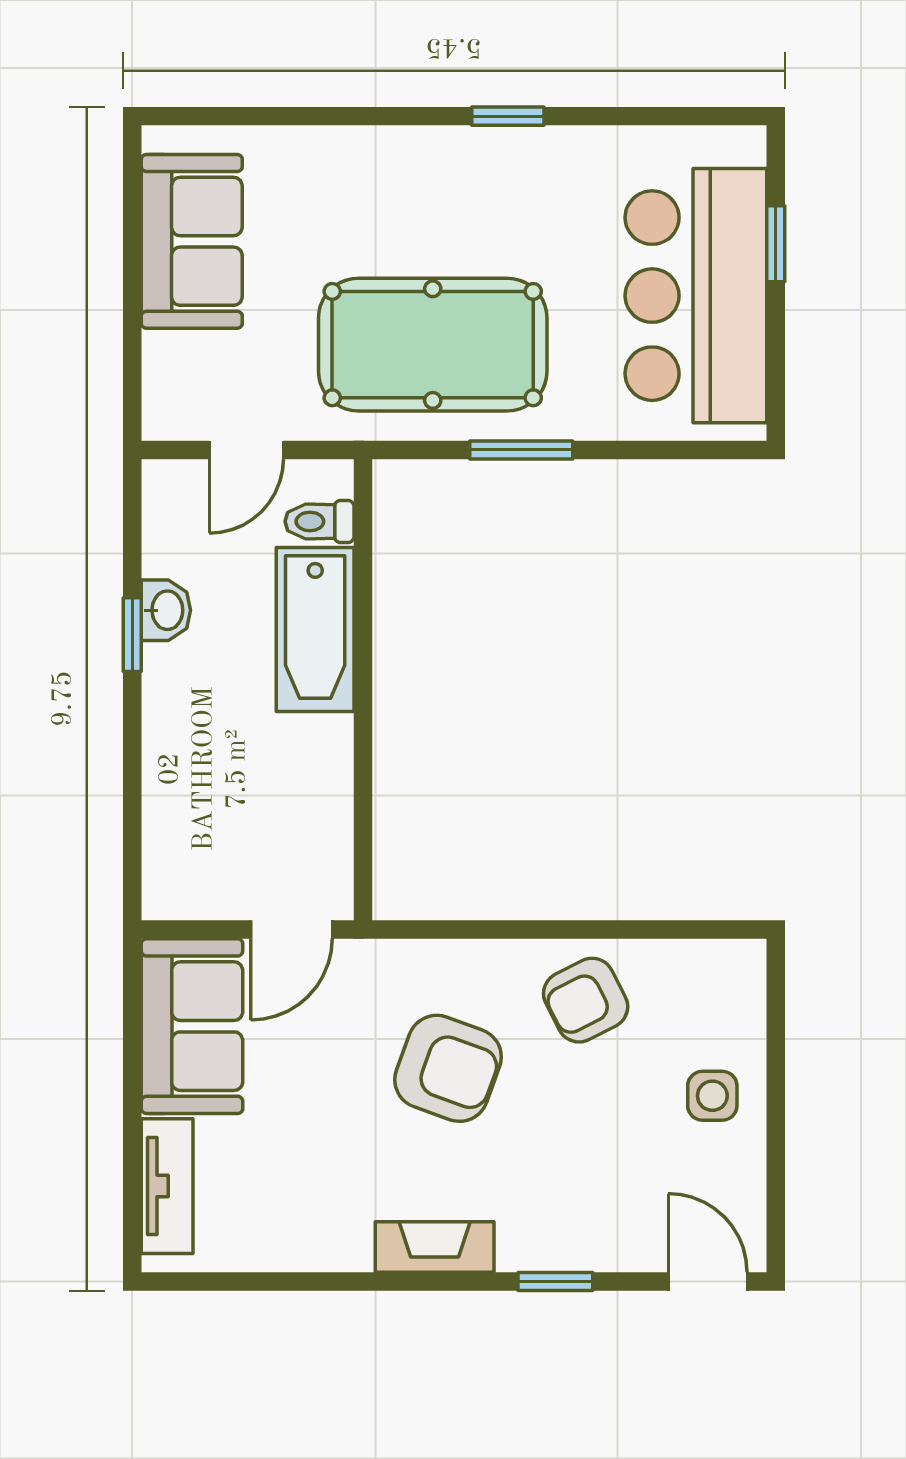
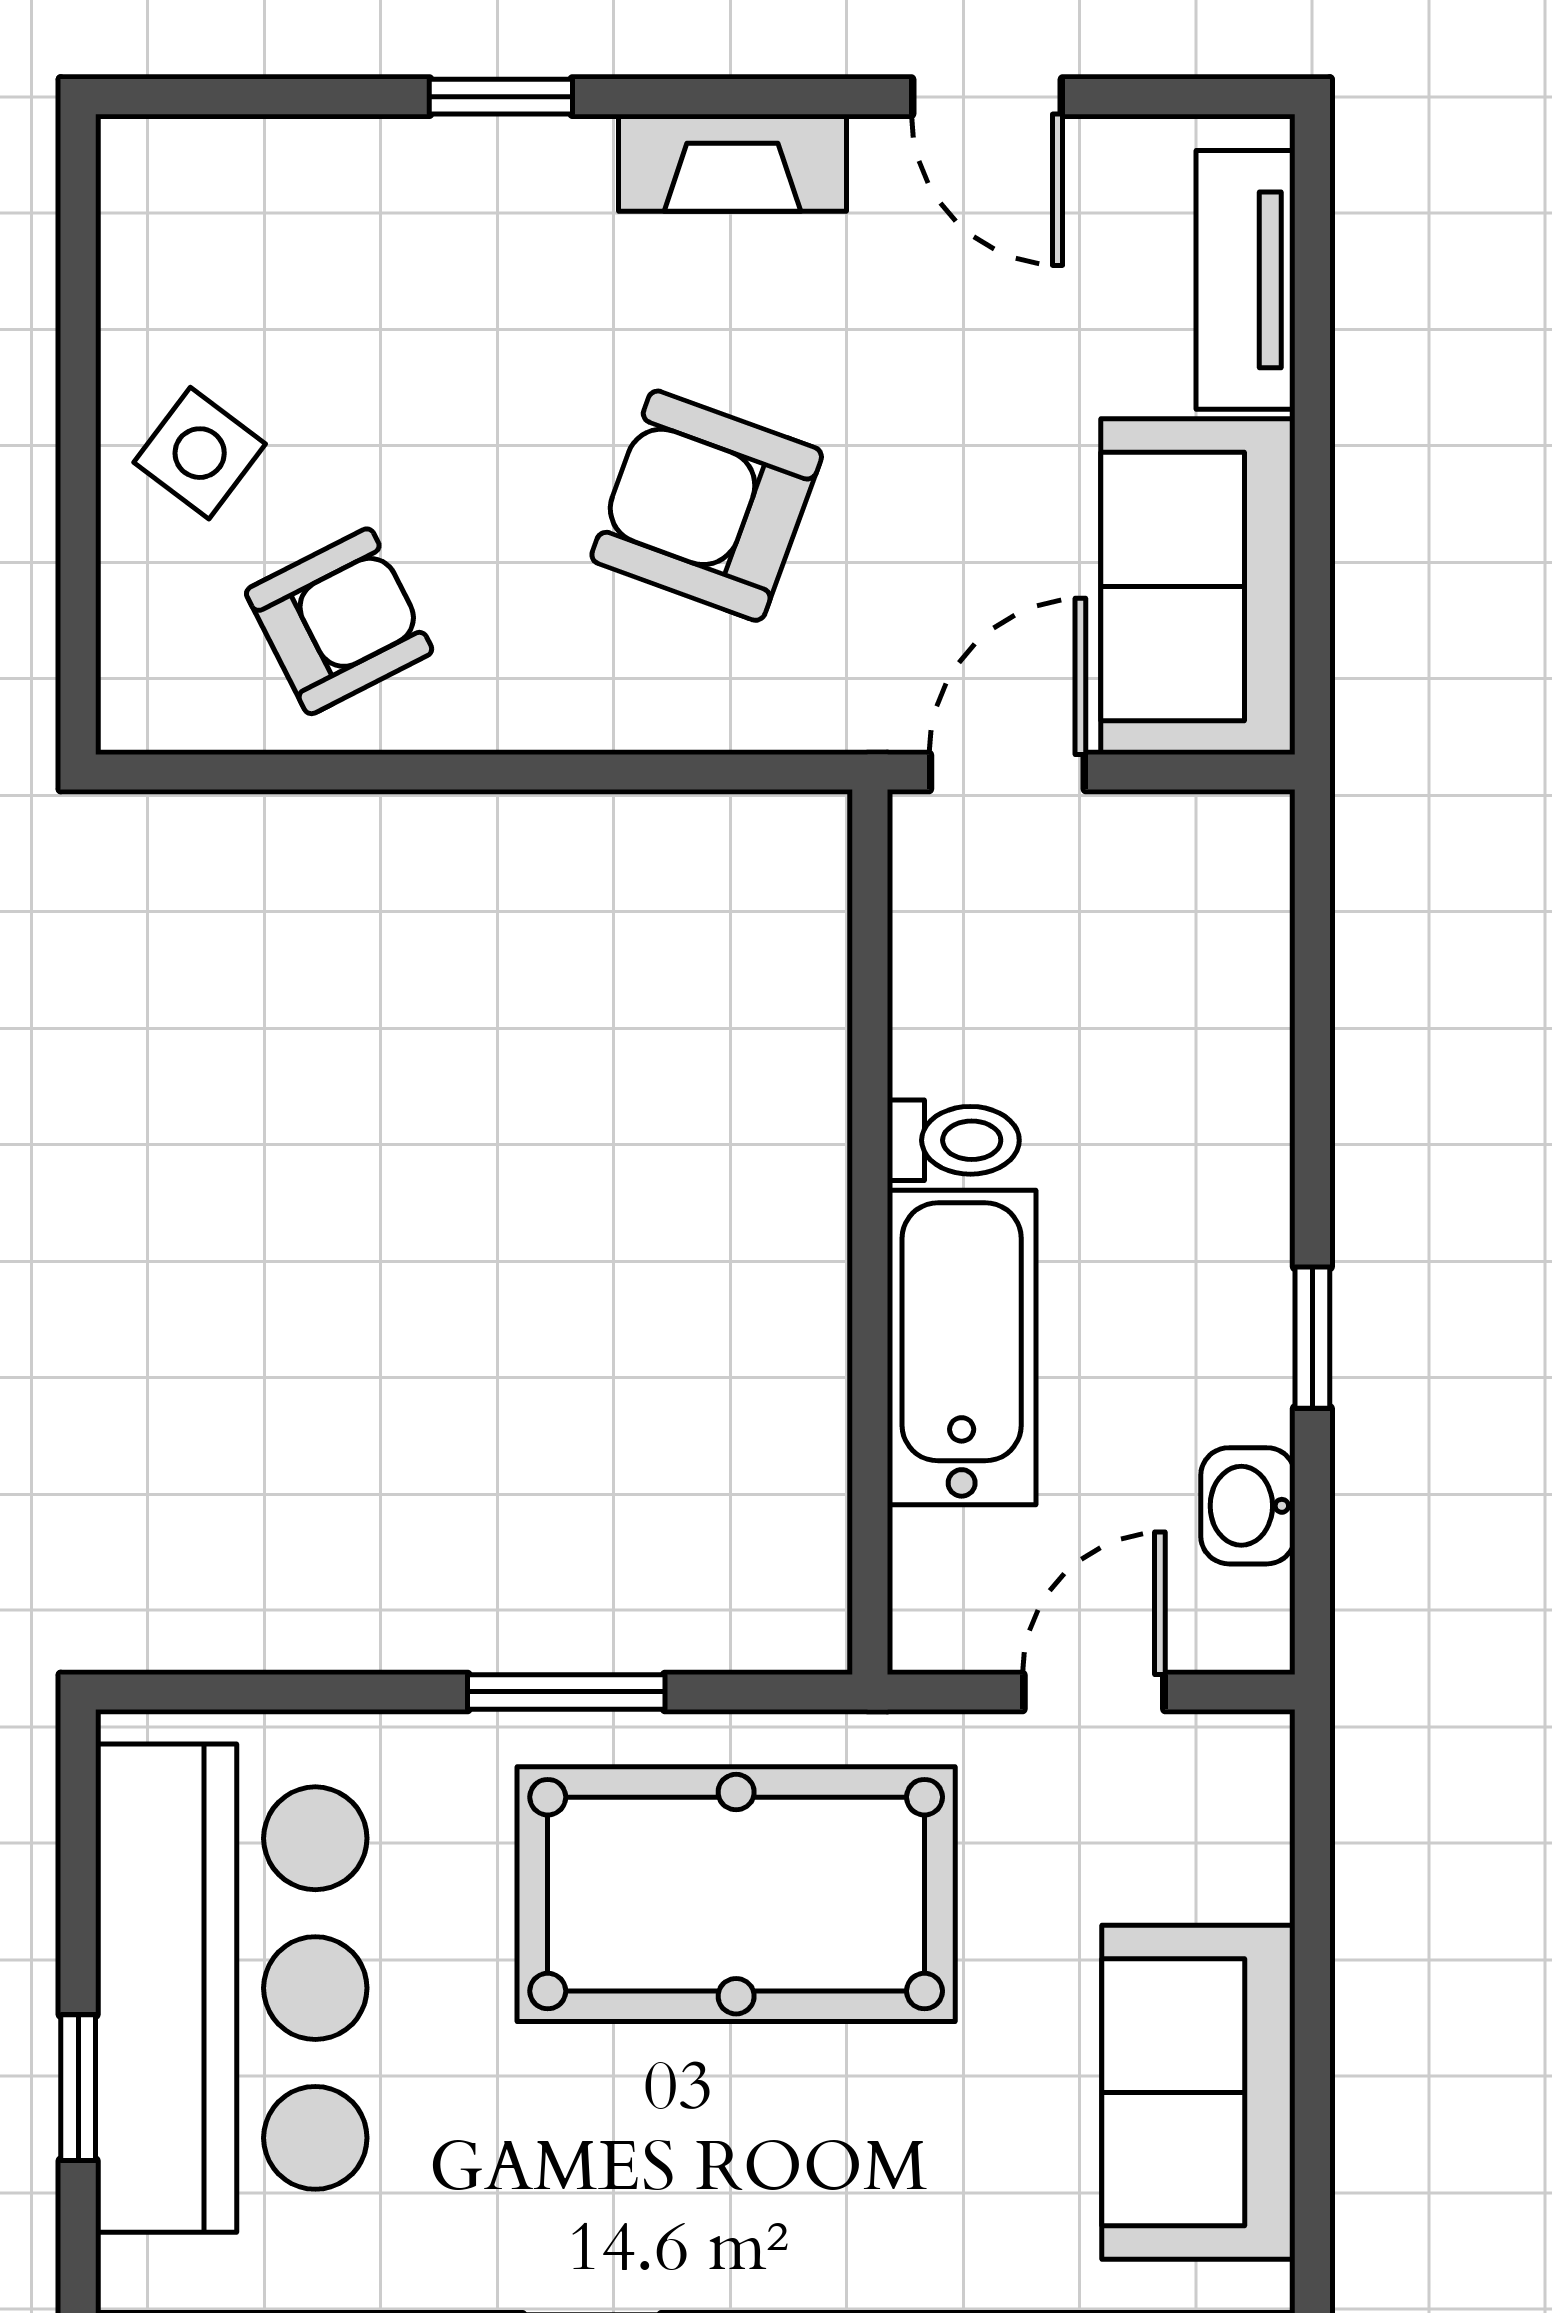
toilet: (320, 521) -> (953, 1140), moved
washbasin: (166, 610) -> (1248, 1506), moved
armchair: (586, 1000) -> (339, 621), moved
side table: (712, 1096) -> (200, 453), turned 37
door: (708, 1282) -> (987, 97), moved

